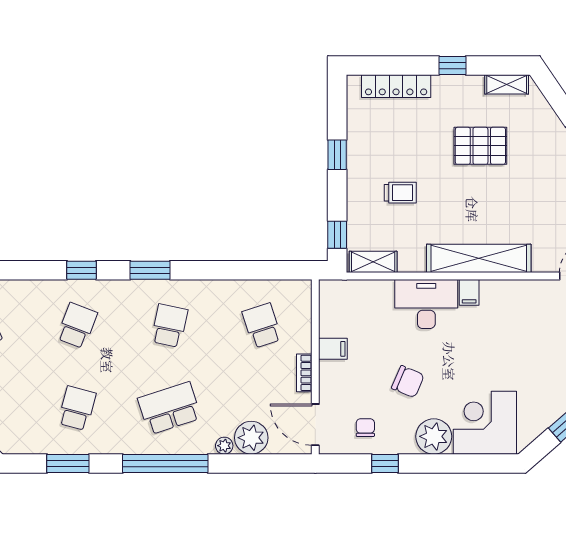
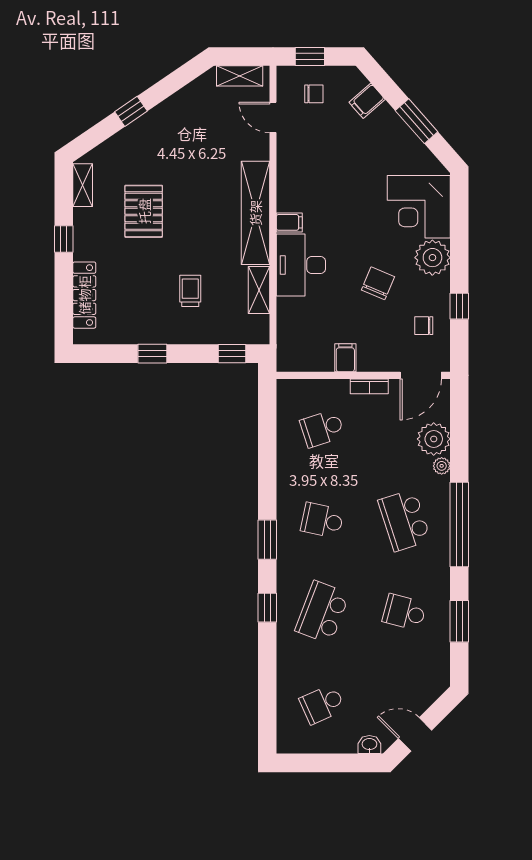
shelving: (373, 262) -> (259, 290), moved
school desk: (77, 326) -> (322, 612), width x1.85

